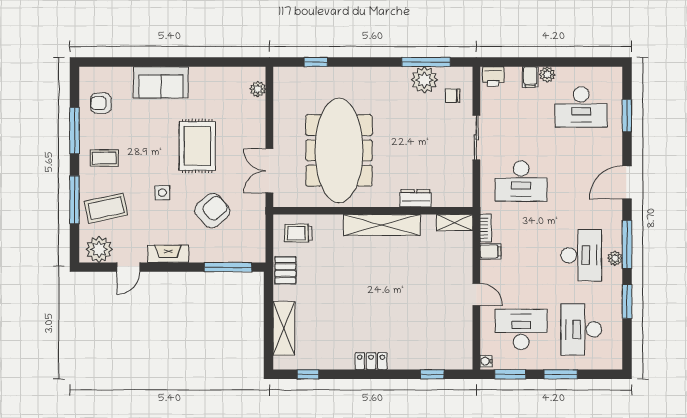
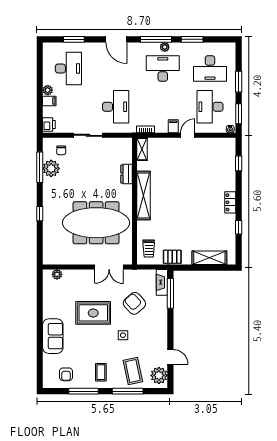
window: (316, 62) -> (40, 214), moved
filing cabinet: (490, 251) -> (173, 126), moved
fireplace: (168, 254) -> (162, 282), moved
window: (308, 374) -> (239, 227), moved

